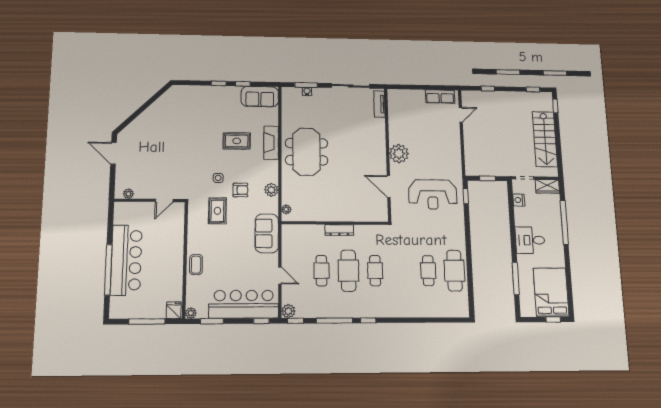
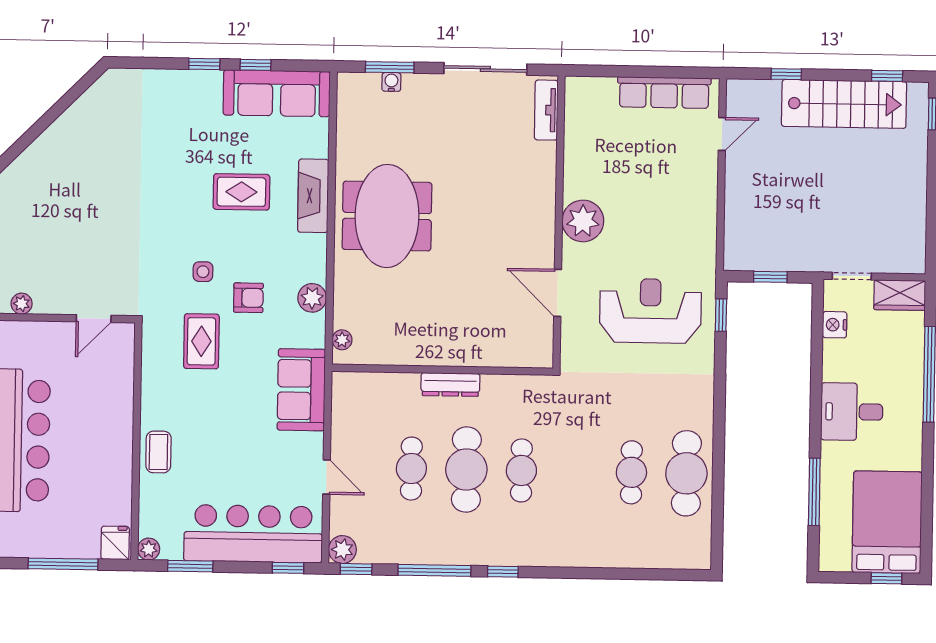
sofa: (260, 97) -> (277, 93), width x1.36
row of seats: (440, 97) -> (664, 92), width x1.48
stairs: (545, 139) -> (844, 104), moved, turned -90
reception desk: (433, 194) -> (650, 311), turned 180

